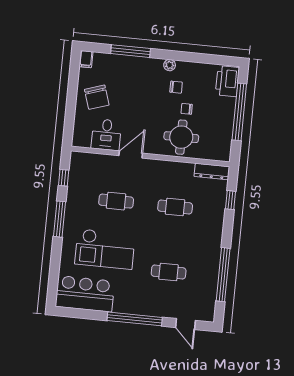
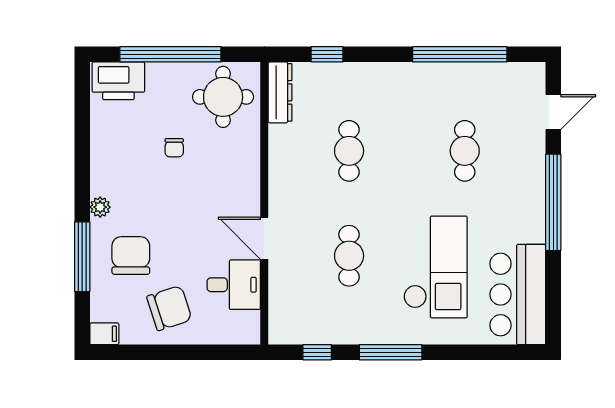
plant: (170, 65) -> (100, 207), moved
chair: (176, 87) -> (131, 256), moved, width x1.87, depth x1.87
round table: (181, 137) -> (223, 97), moved

